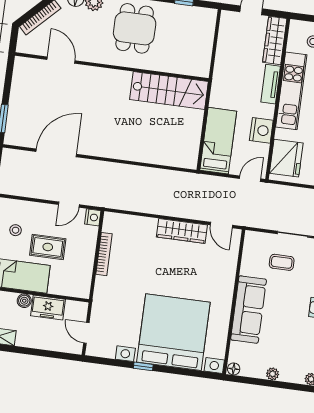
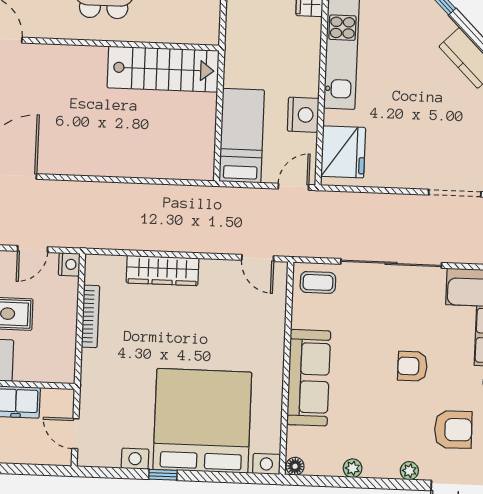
tv unit: (271, 84) -> (310, 46), removed
wardrobe: (182, 231) -> (163, 270), moved
coffee table: (282, 262) -> (318, 282), moved

